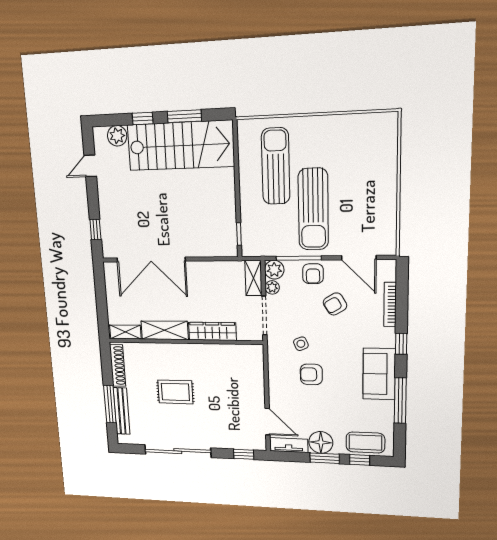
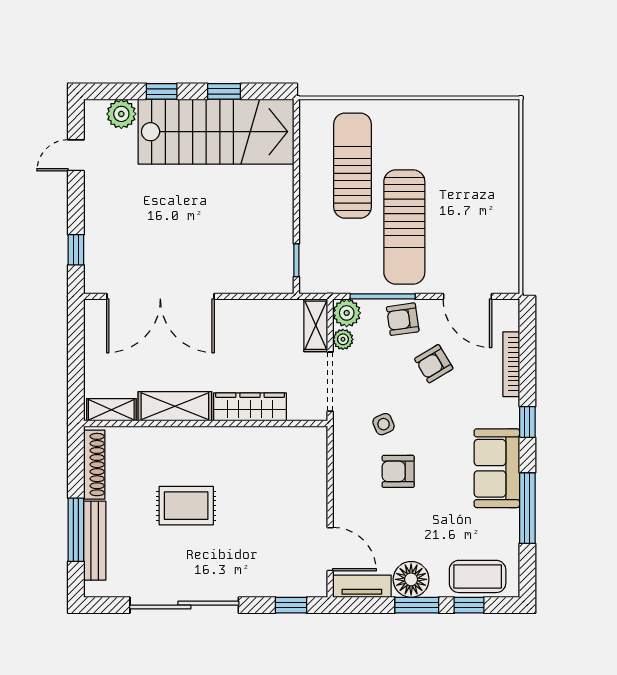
window: (184, 116) -> (224, 91), width x0.67
armchair: (313, 274) -> (403, 319), turned 82

